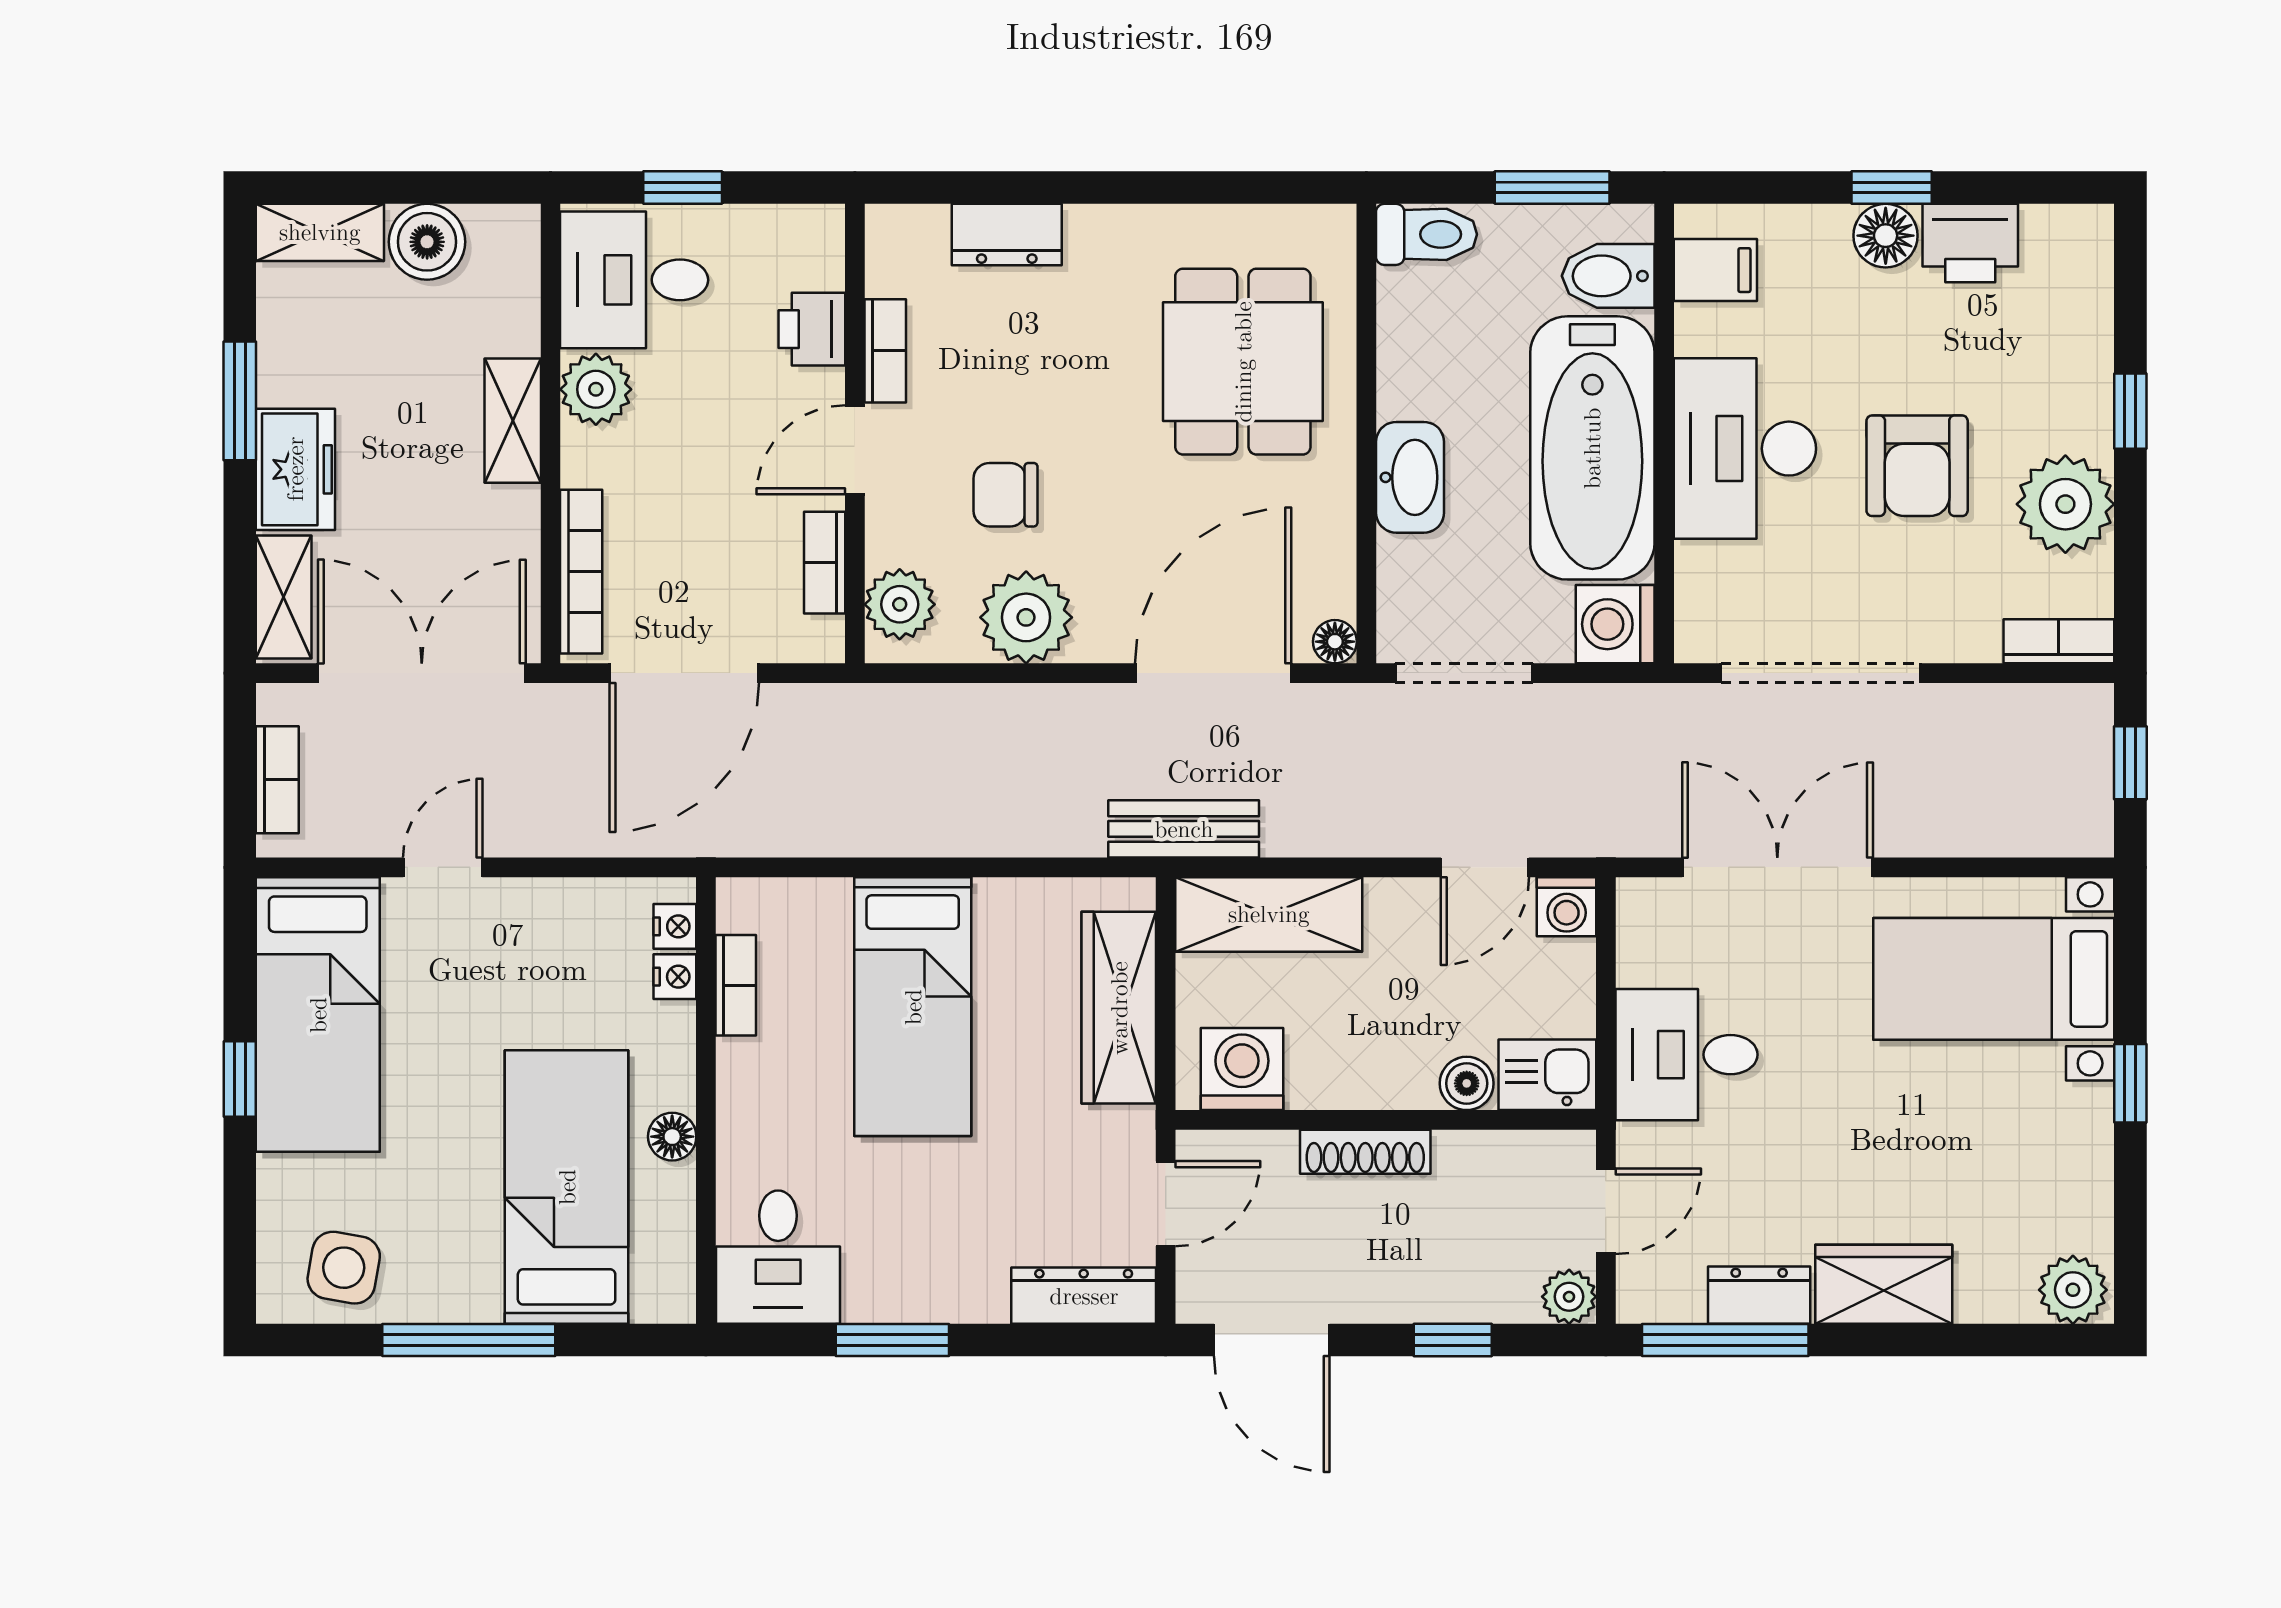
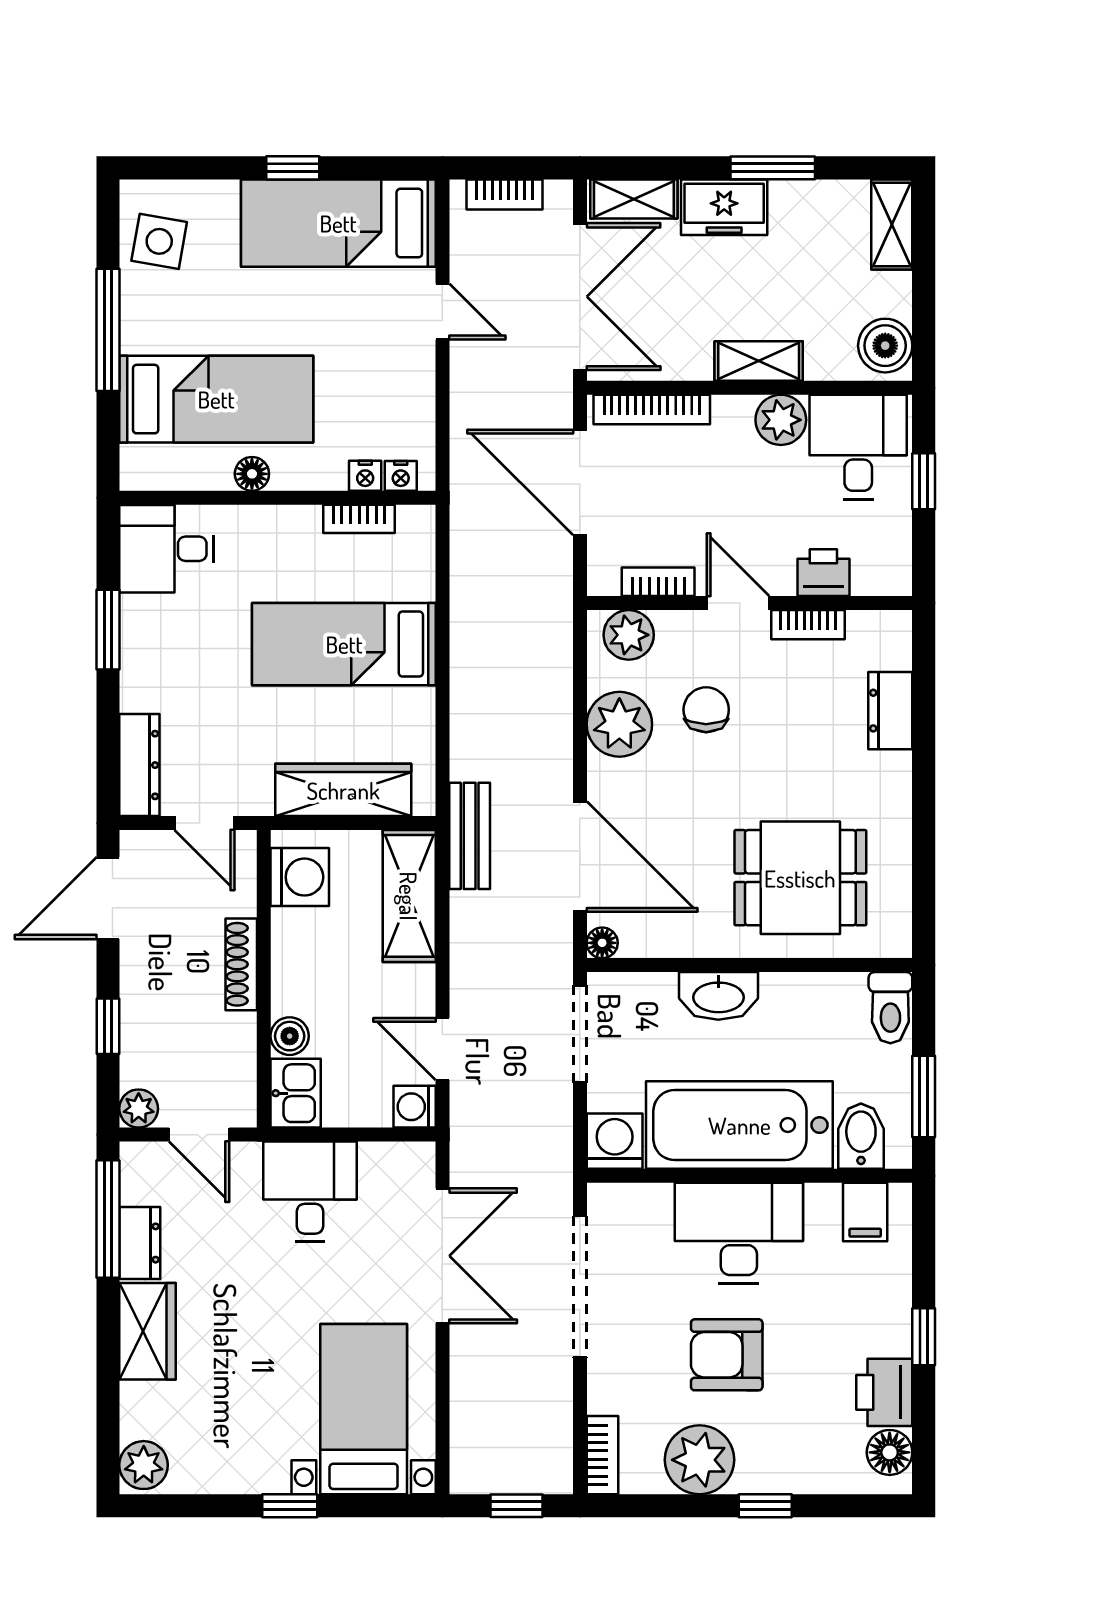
floor lamp: (1886, 236) -> (890, 1452), moved
boiler: (427, 242) -> (885, 346), moved

